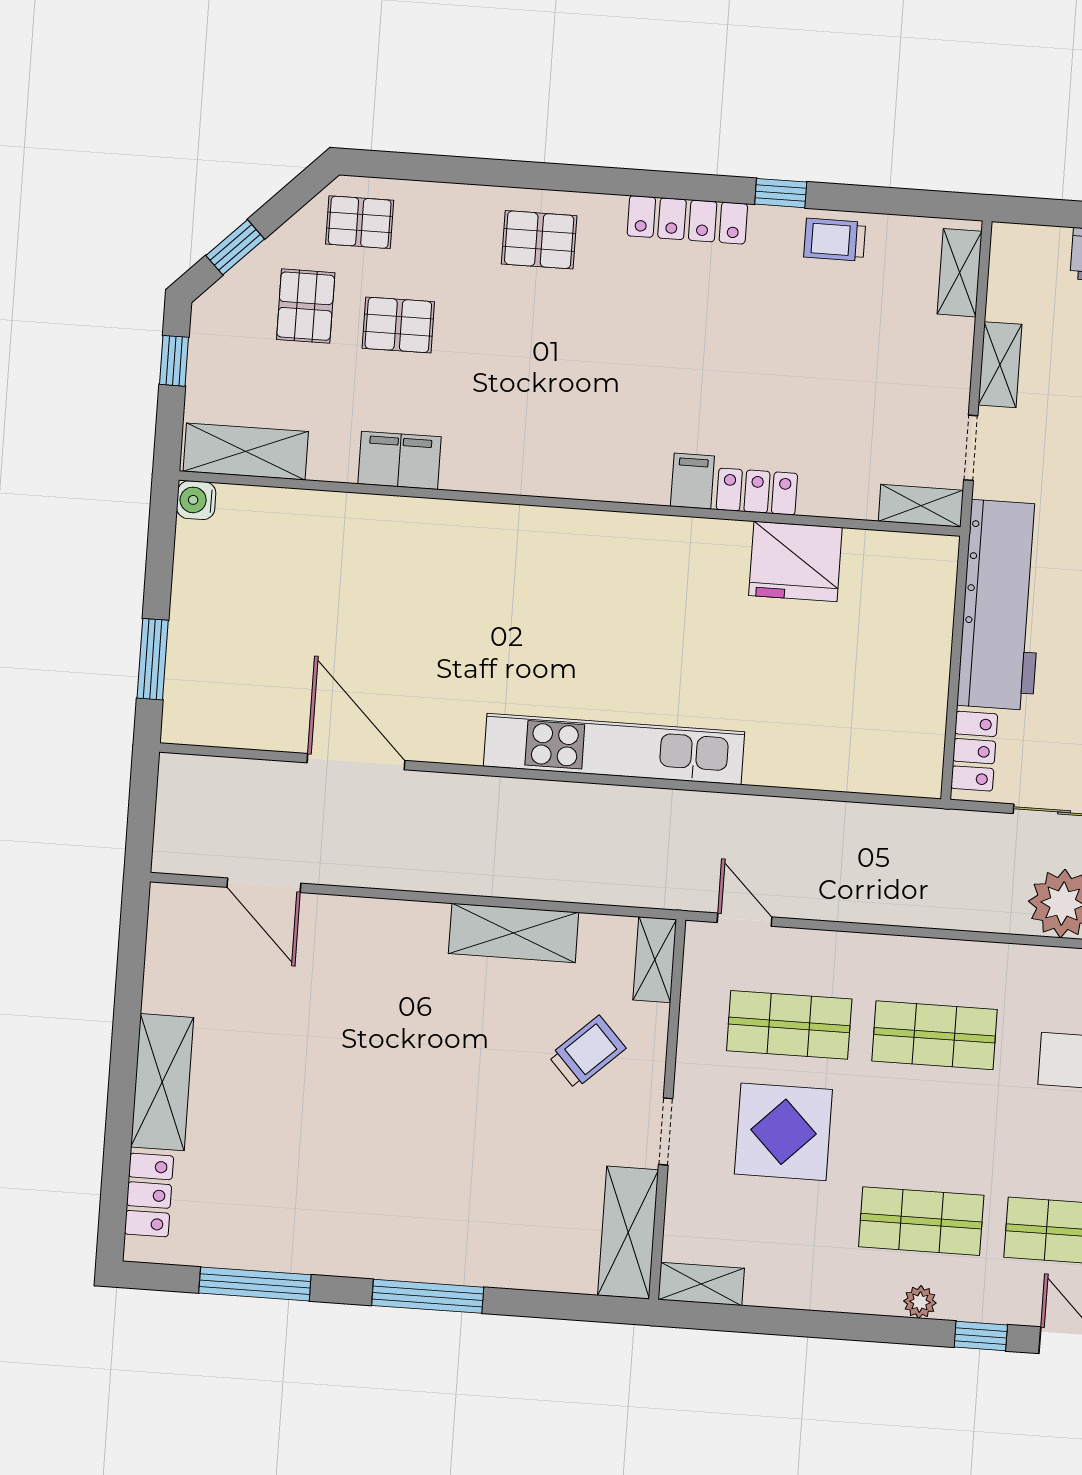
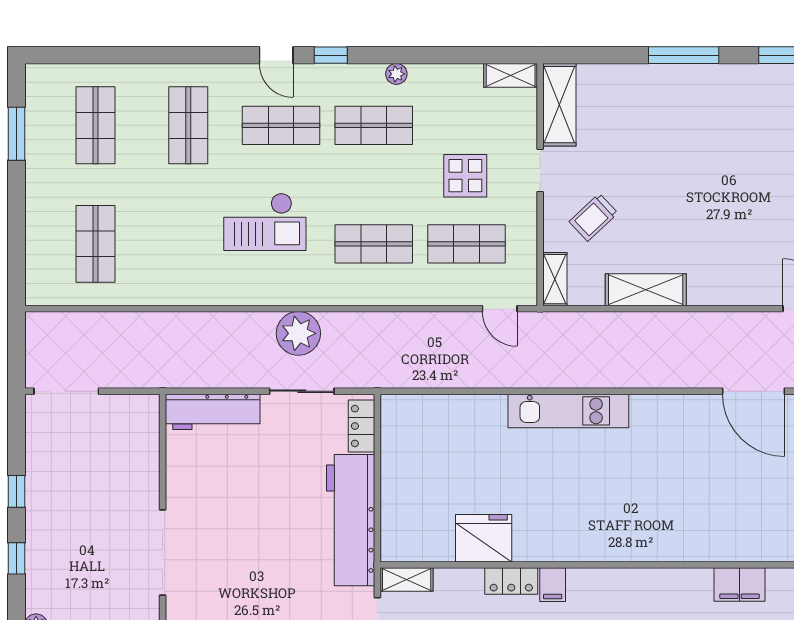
kitchen unit: (614, 749) -> (568, 411), width x0.73
display table: (783, 1132) -> (465, 176), width x0.73, depth x0.73
plant: (920, 1302) -> (396, 74), moved

